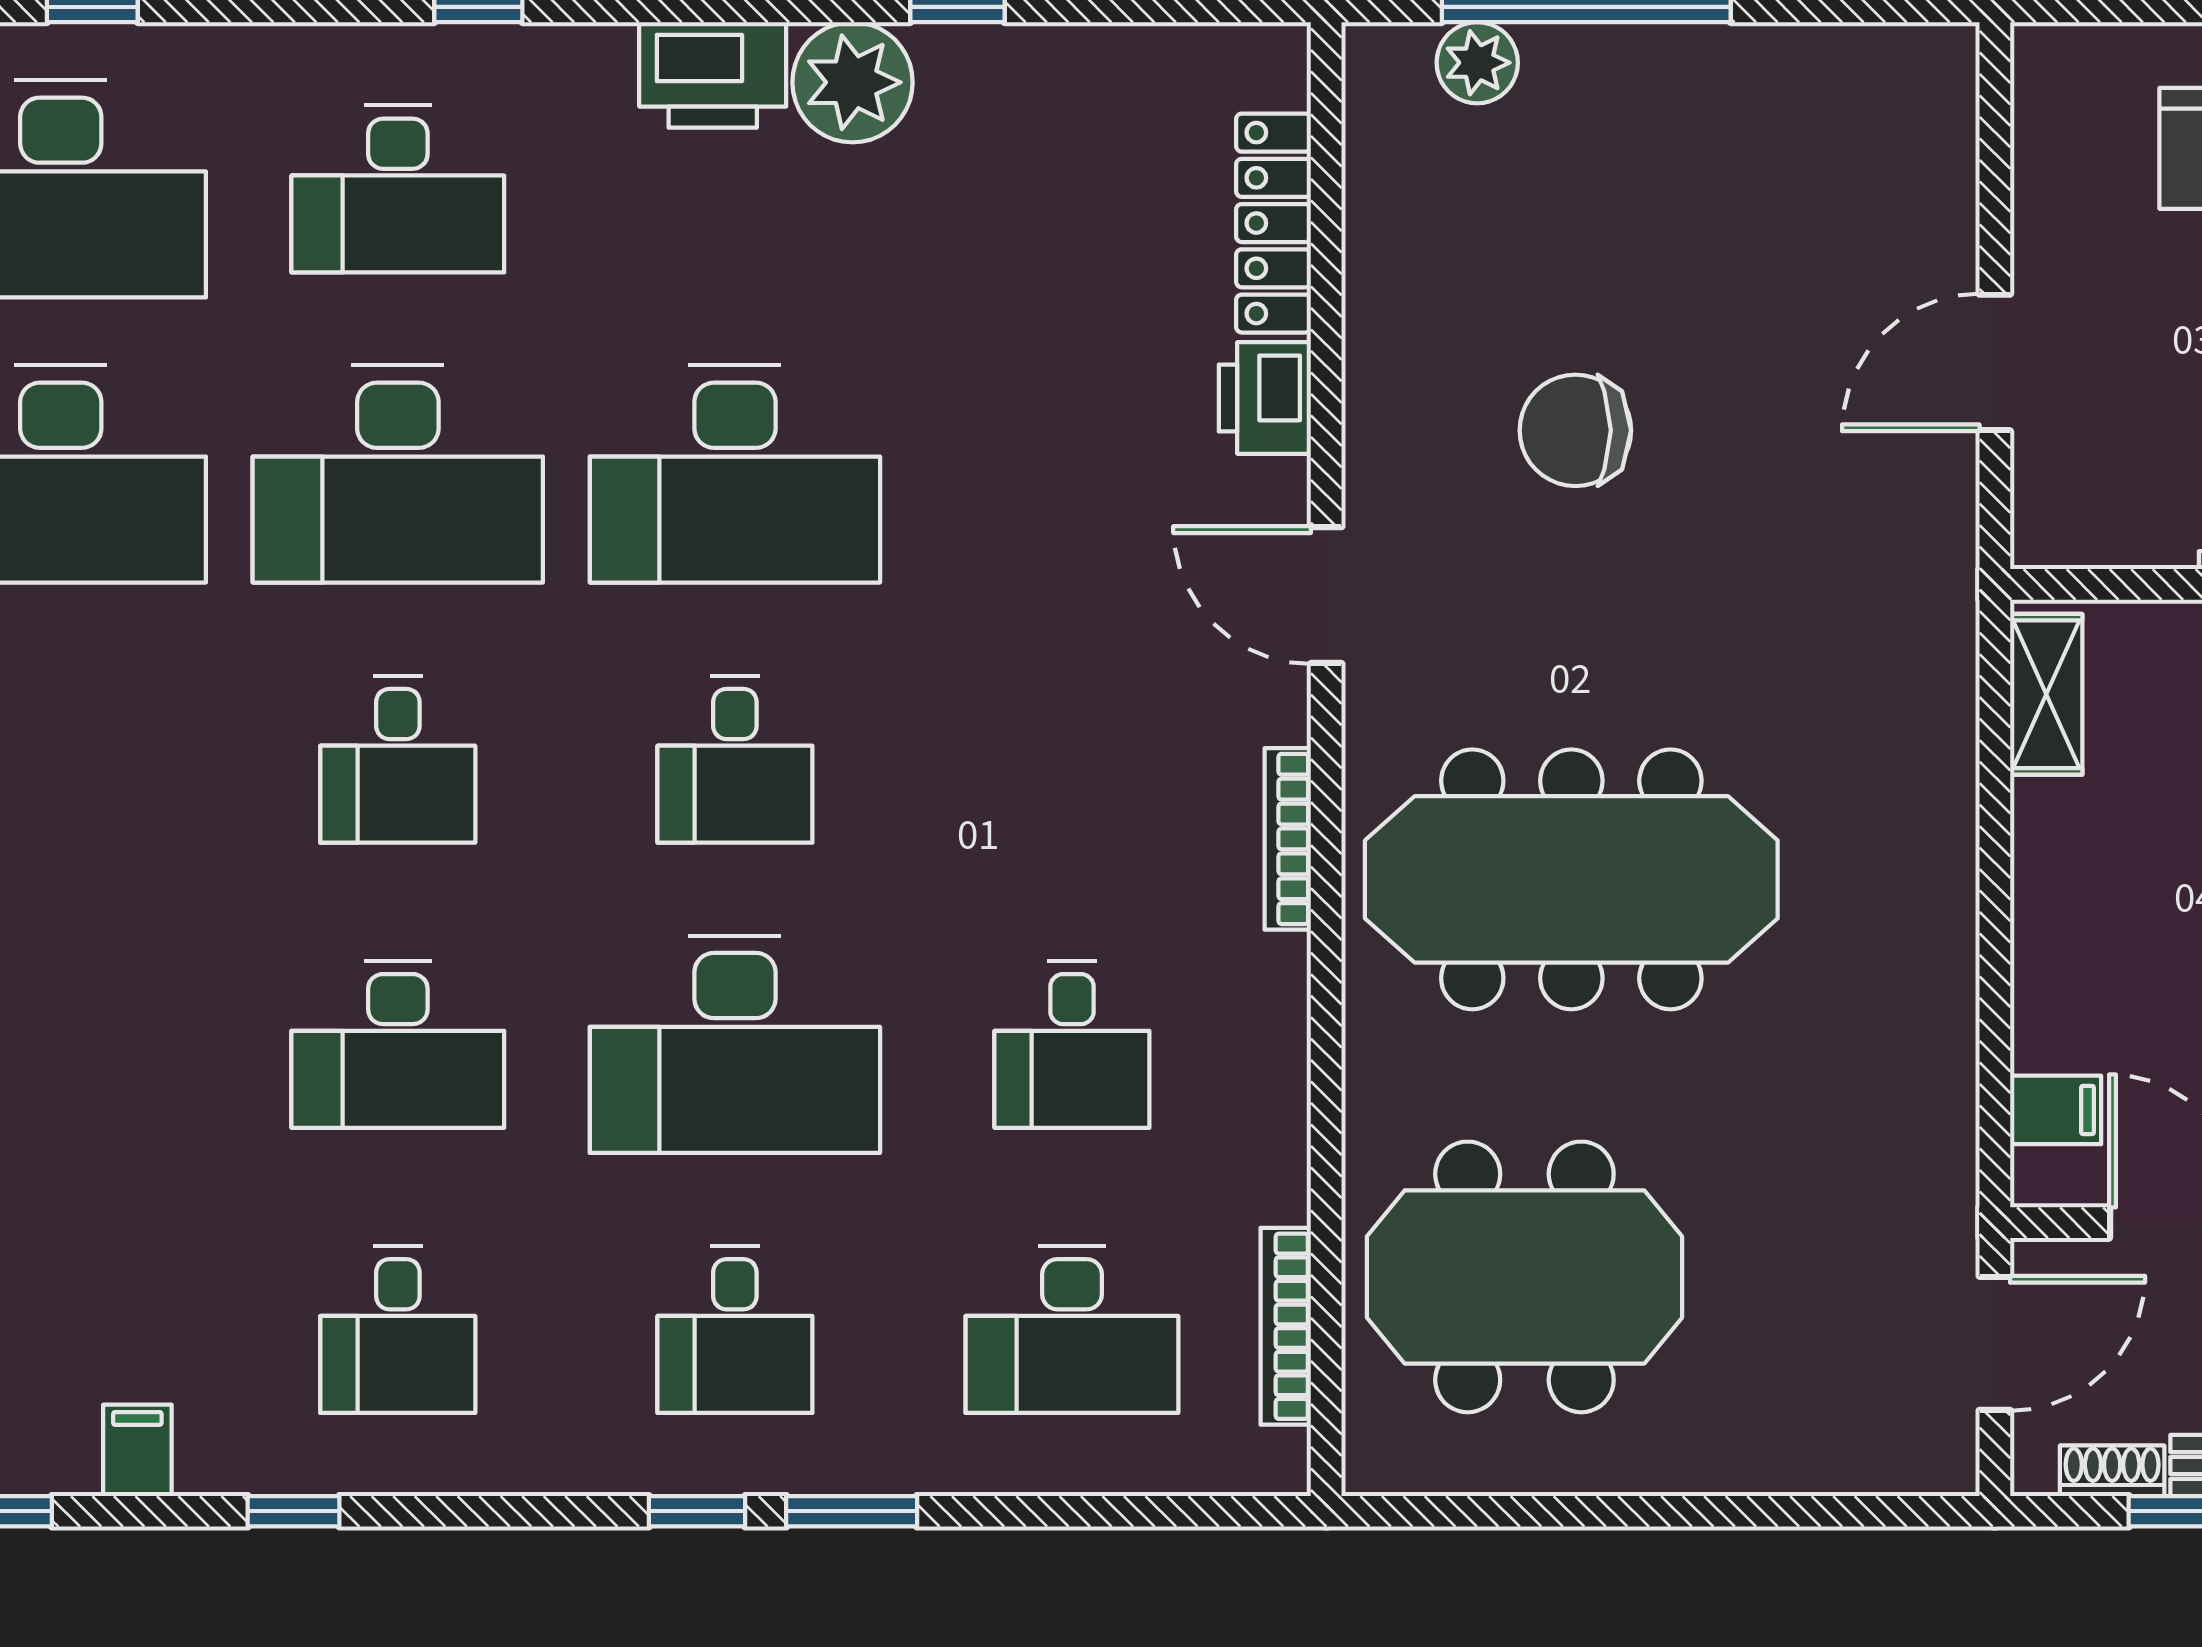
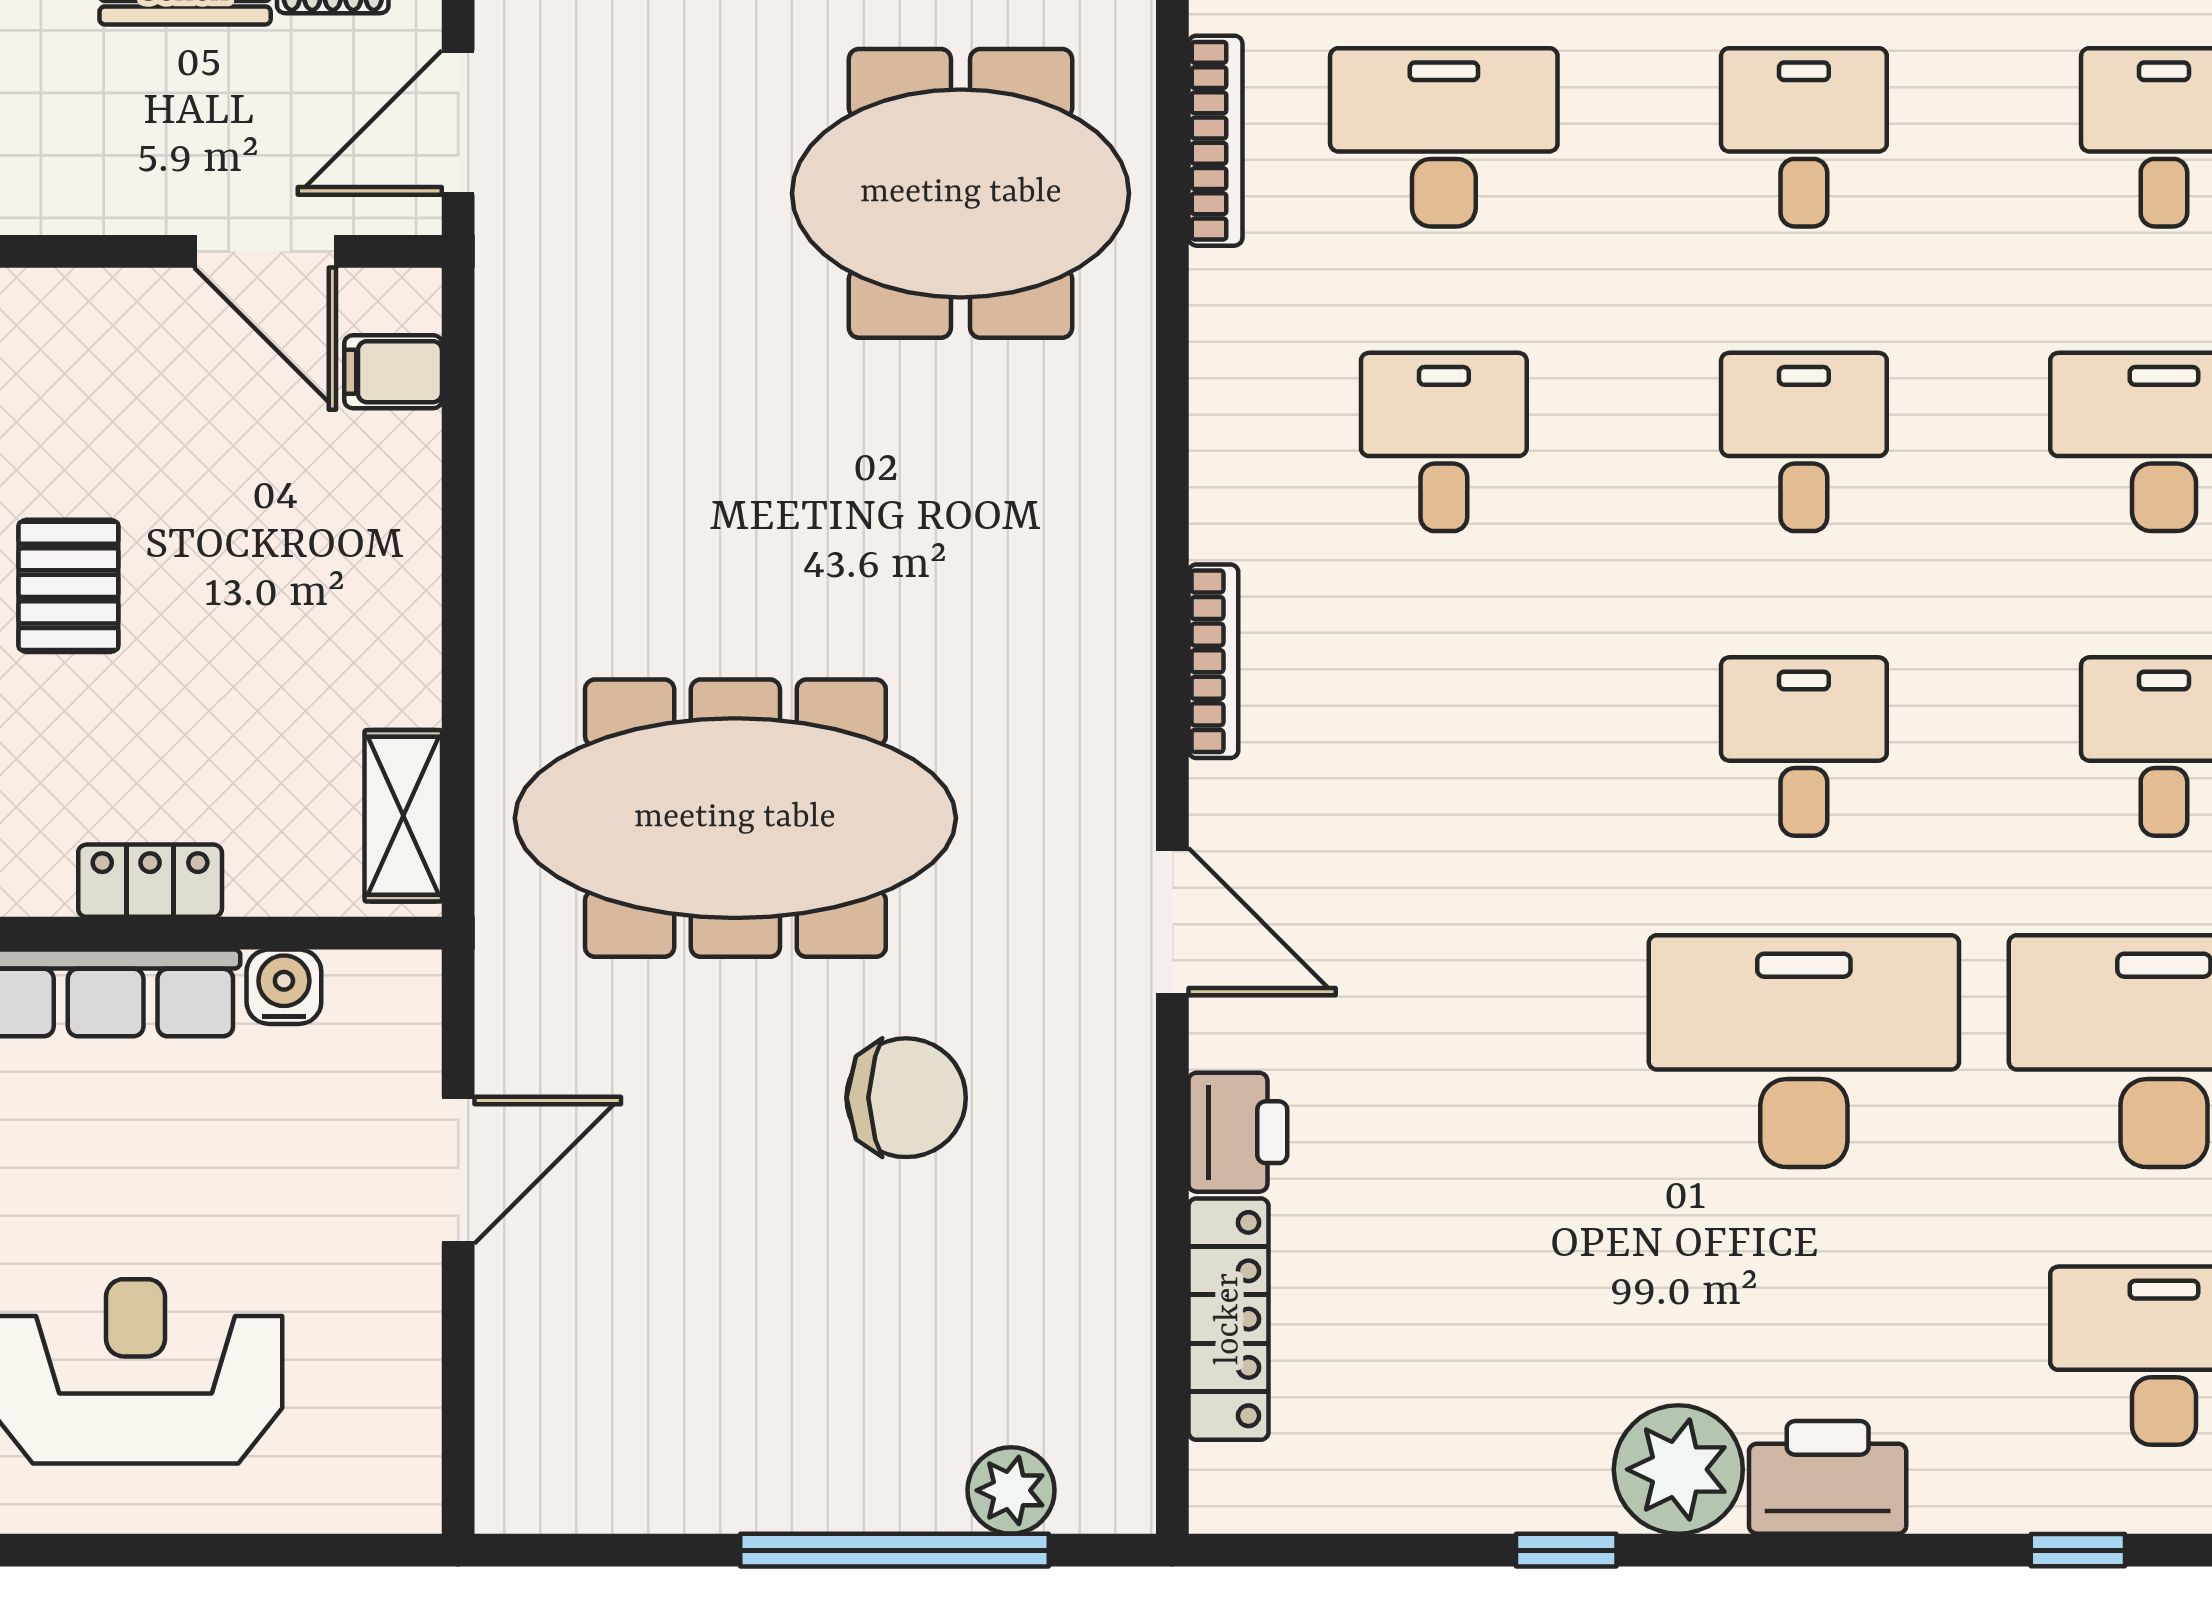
water cooler: (2158, 534) -> (284, 987), added
meeting table: (1571, 879) -> (735, 818), moved
desk: (735, 1044) -> (1804, 442), width x0.53, depth x0.77

